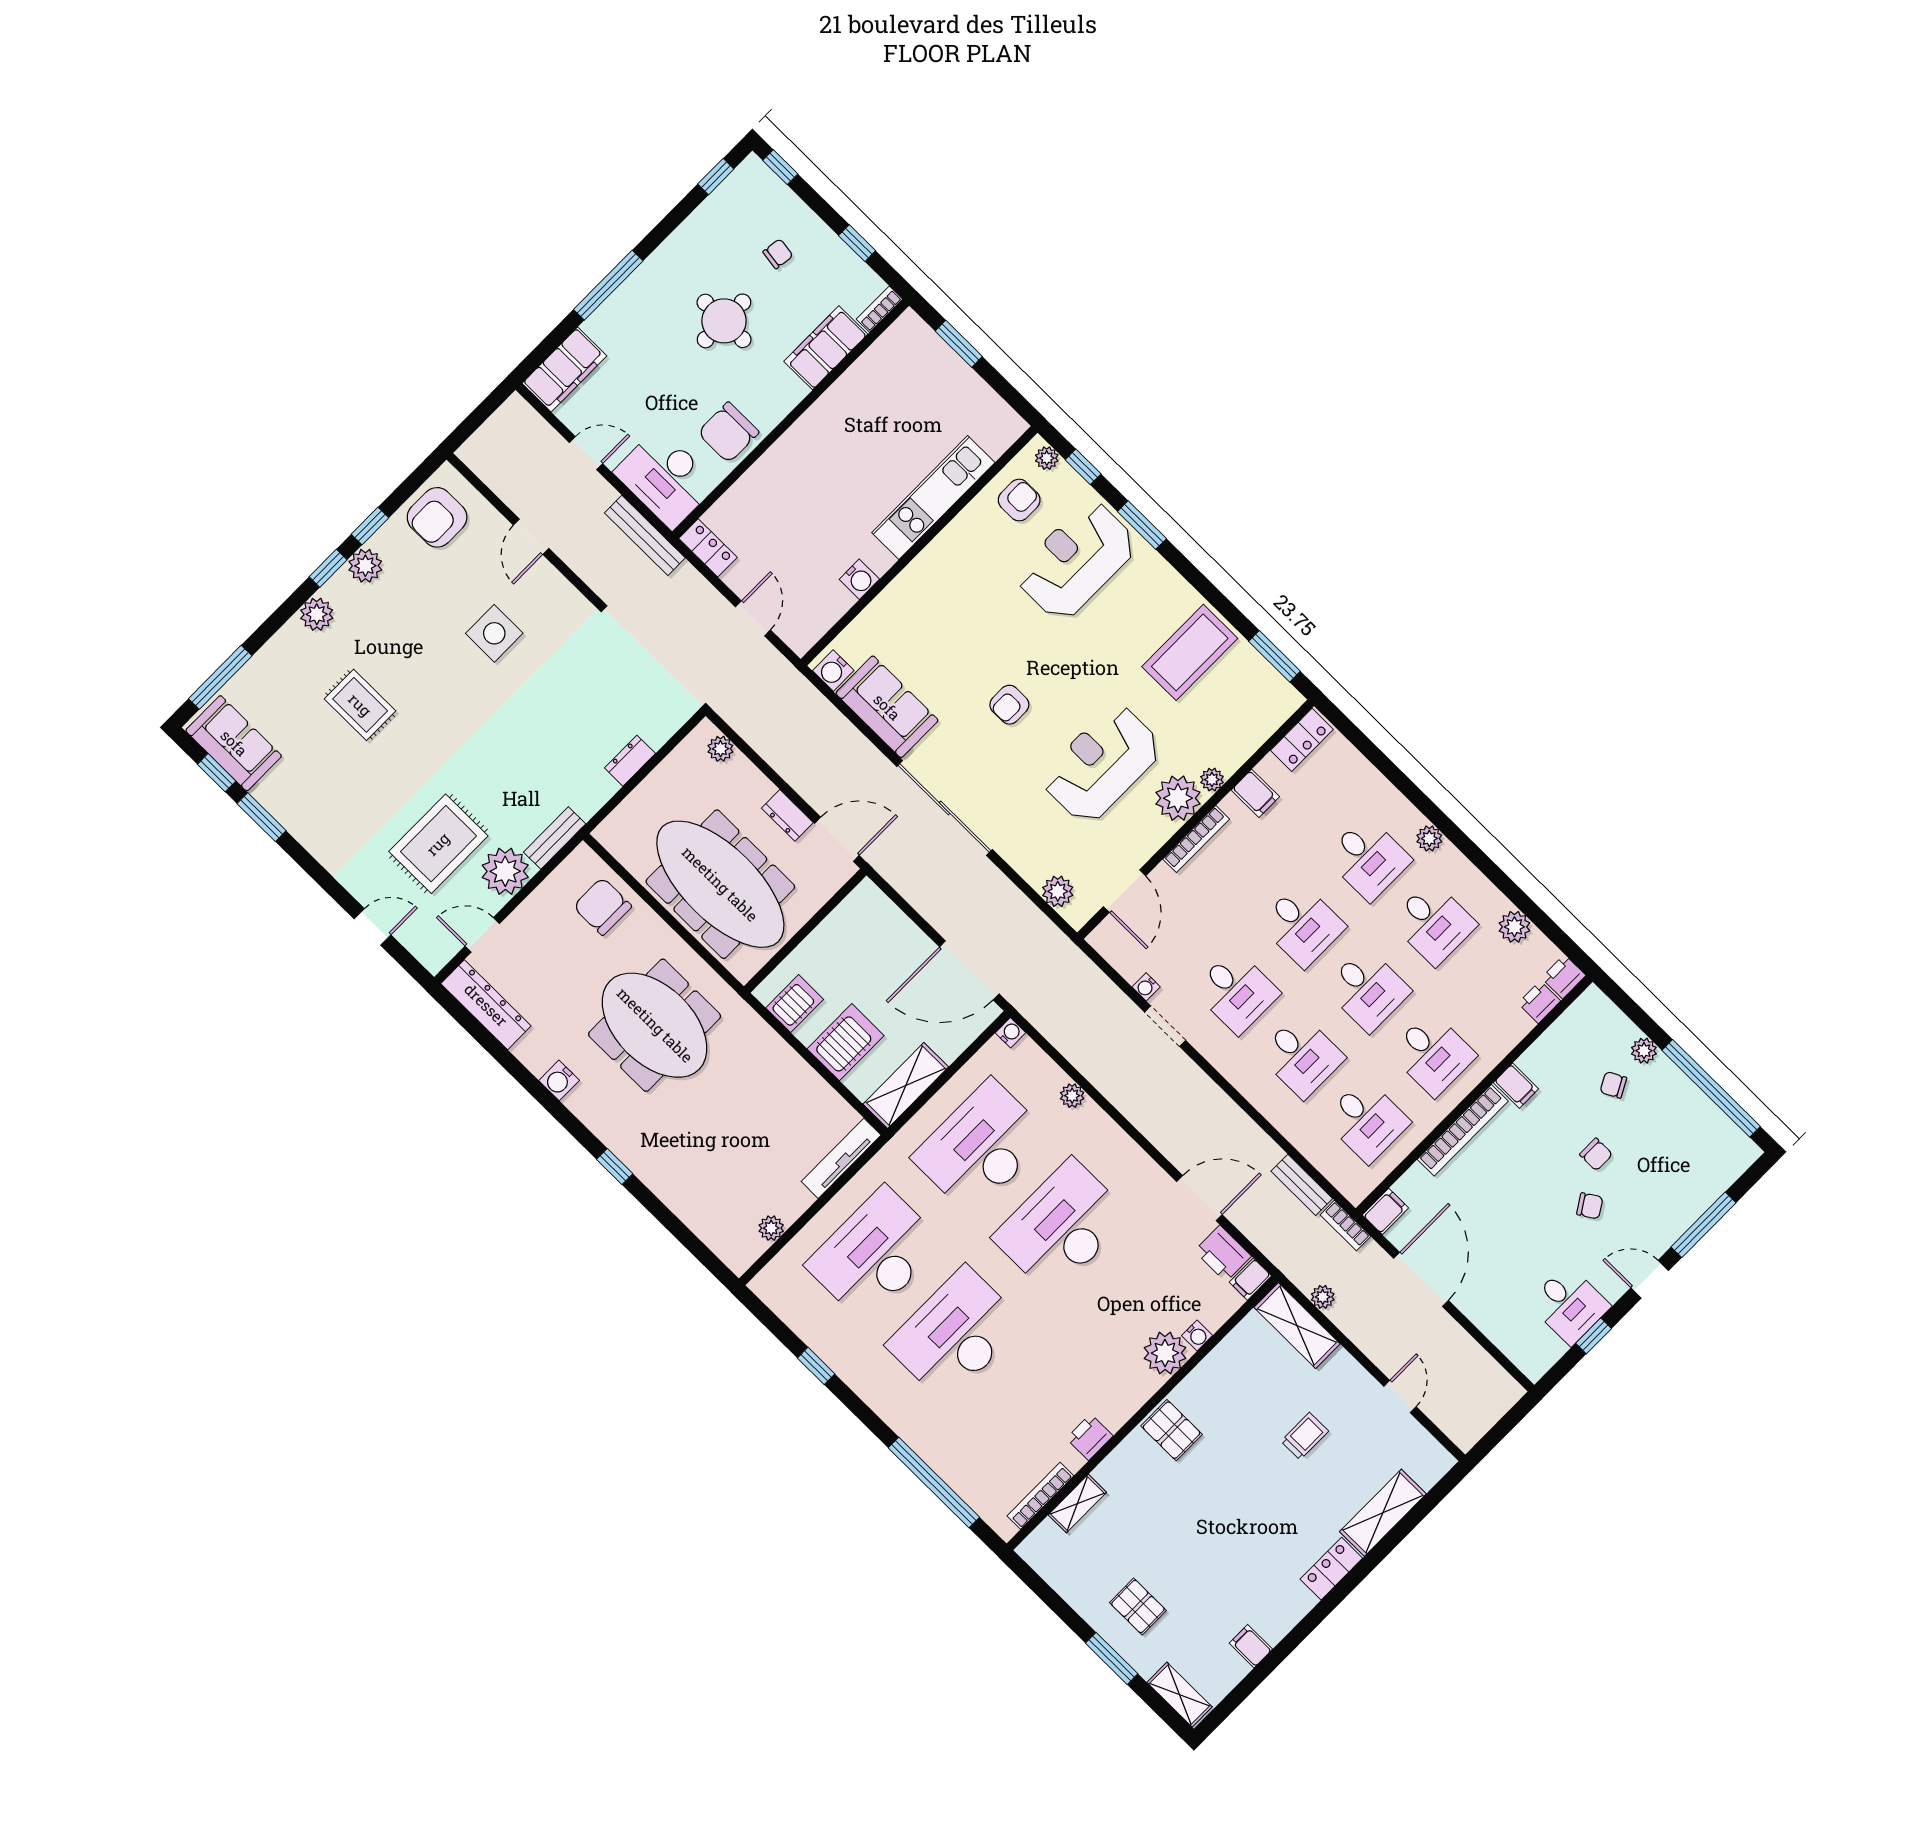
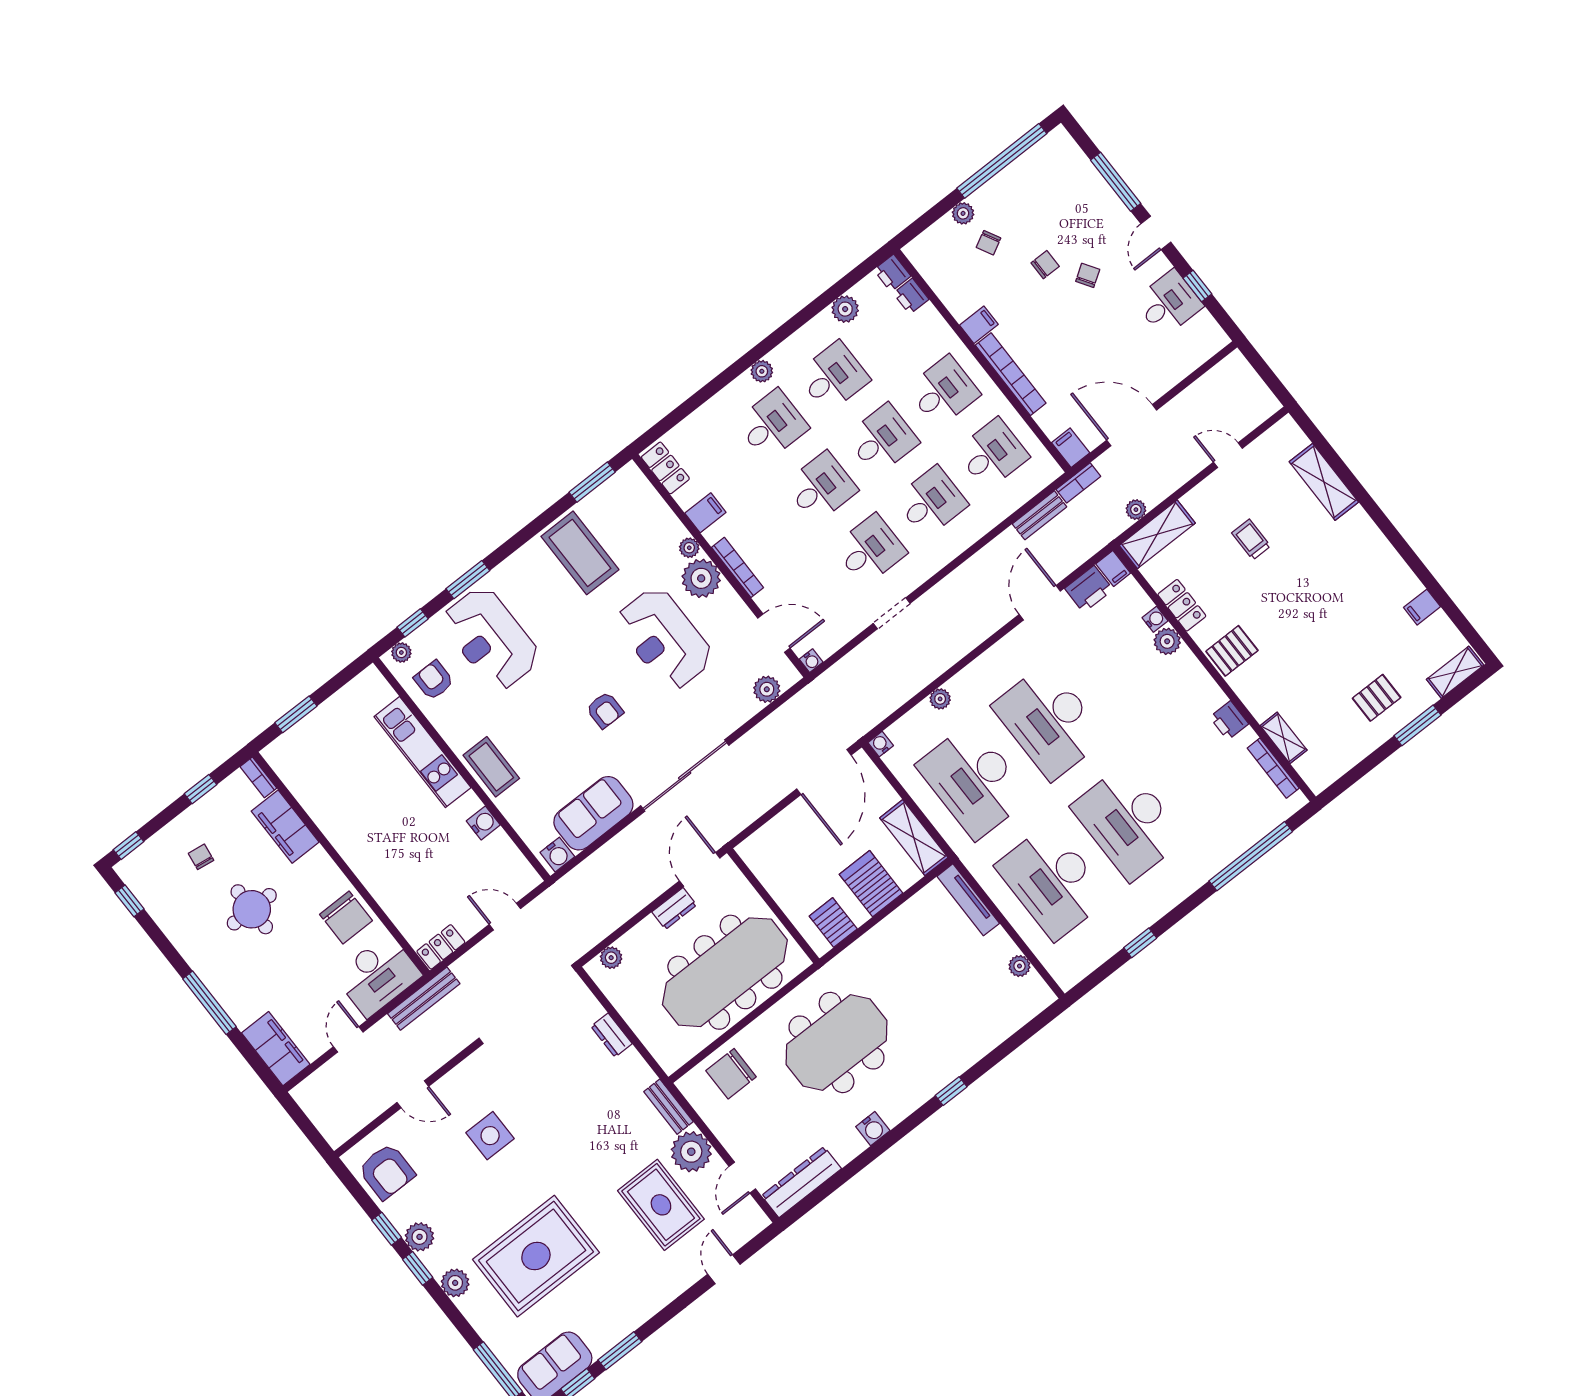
coffee table: (926, 580) -> (491, 767), added
rug: (360, 705) -> (536, 1256), width x1.86, depth x2.06
water cooler: (1146, 987) -> (811, 661), moved
plant: (1165, 1353) -> (1167, 641), width x0.73, depth x0.73
locker: (1331, 1569) -> (1182, 605), moved, turned 180

